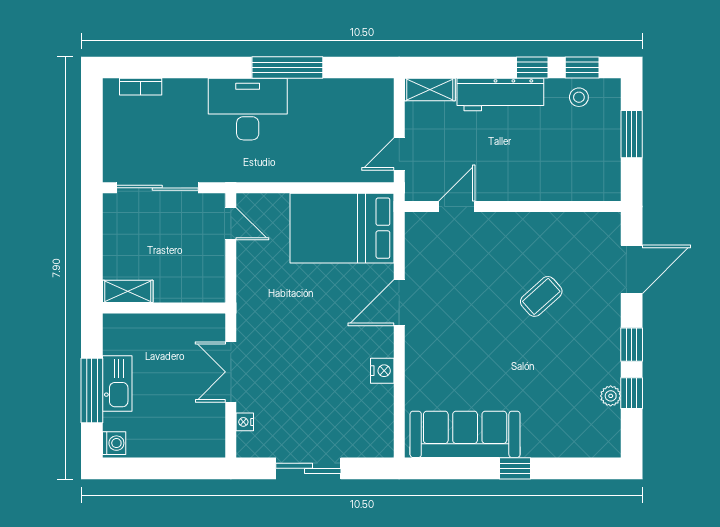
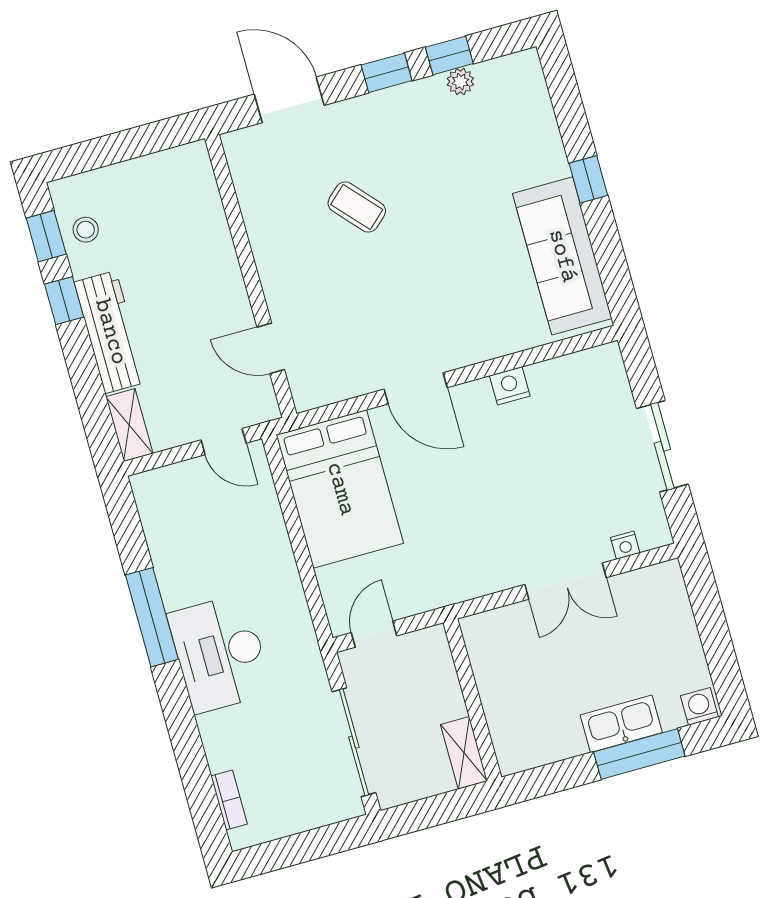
window: (632, 134) -> (114, 148), removed
shelving: (128, 291) -> (464, 753), moved
wall: (164, 308) -> (472, 700), moved

